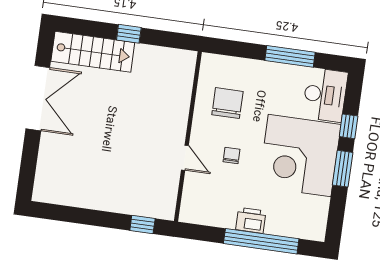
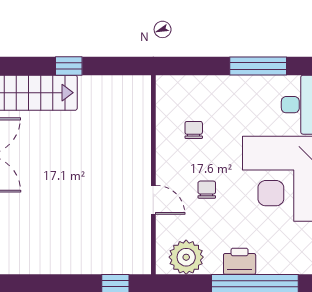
chair: (227, 103) -> (194, 130), width x0.54, depth x0.54
plant: (206, 211) -> (186, 257), added

